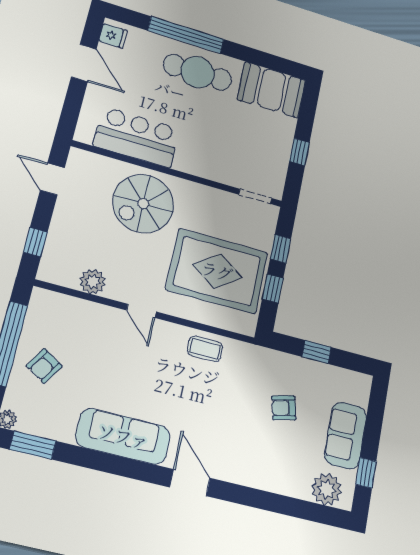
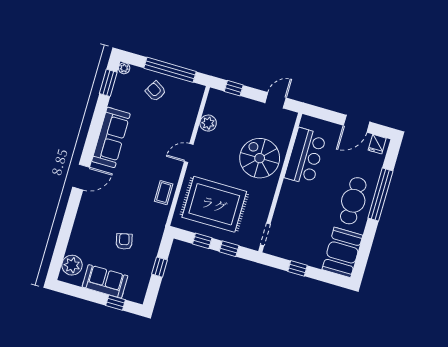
rug: (217, 271) -> (214, 204), turned 90
window: (366, 473) -> (116, 303), moved

